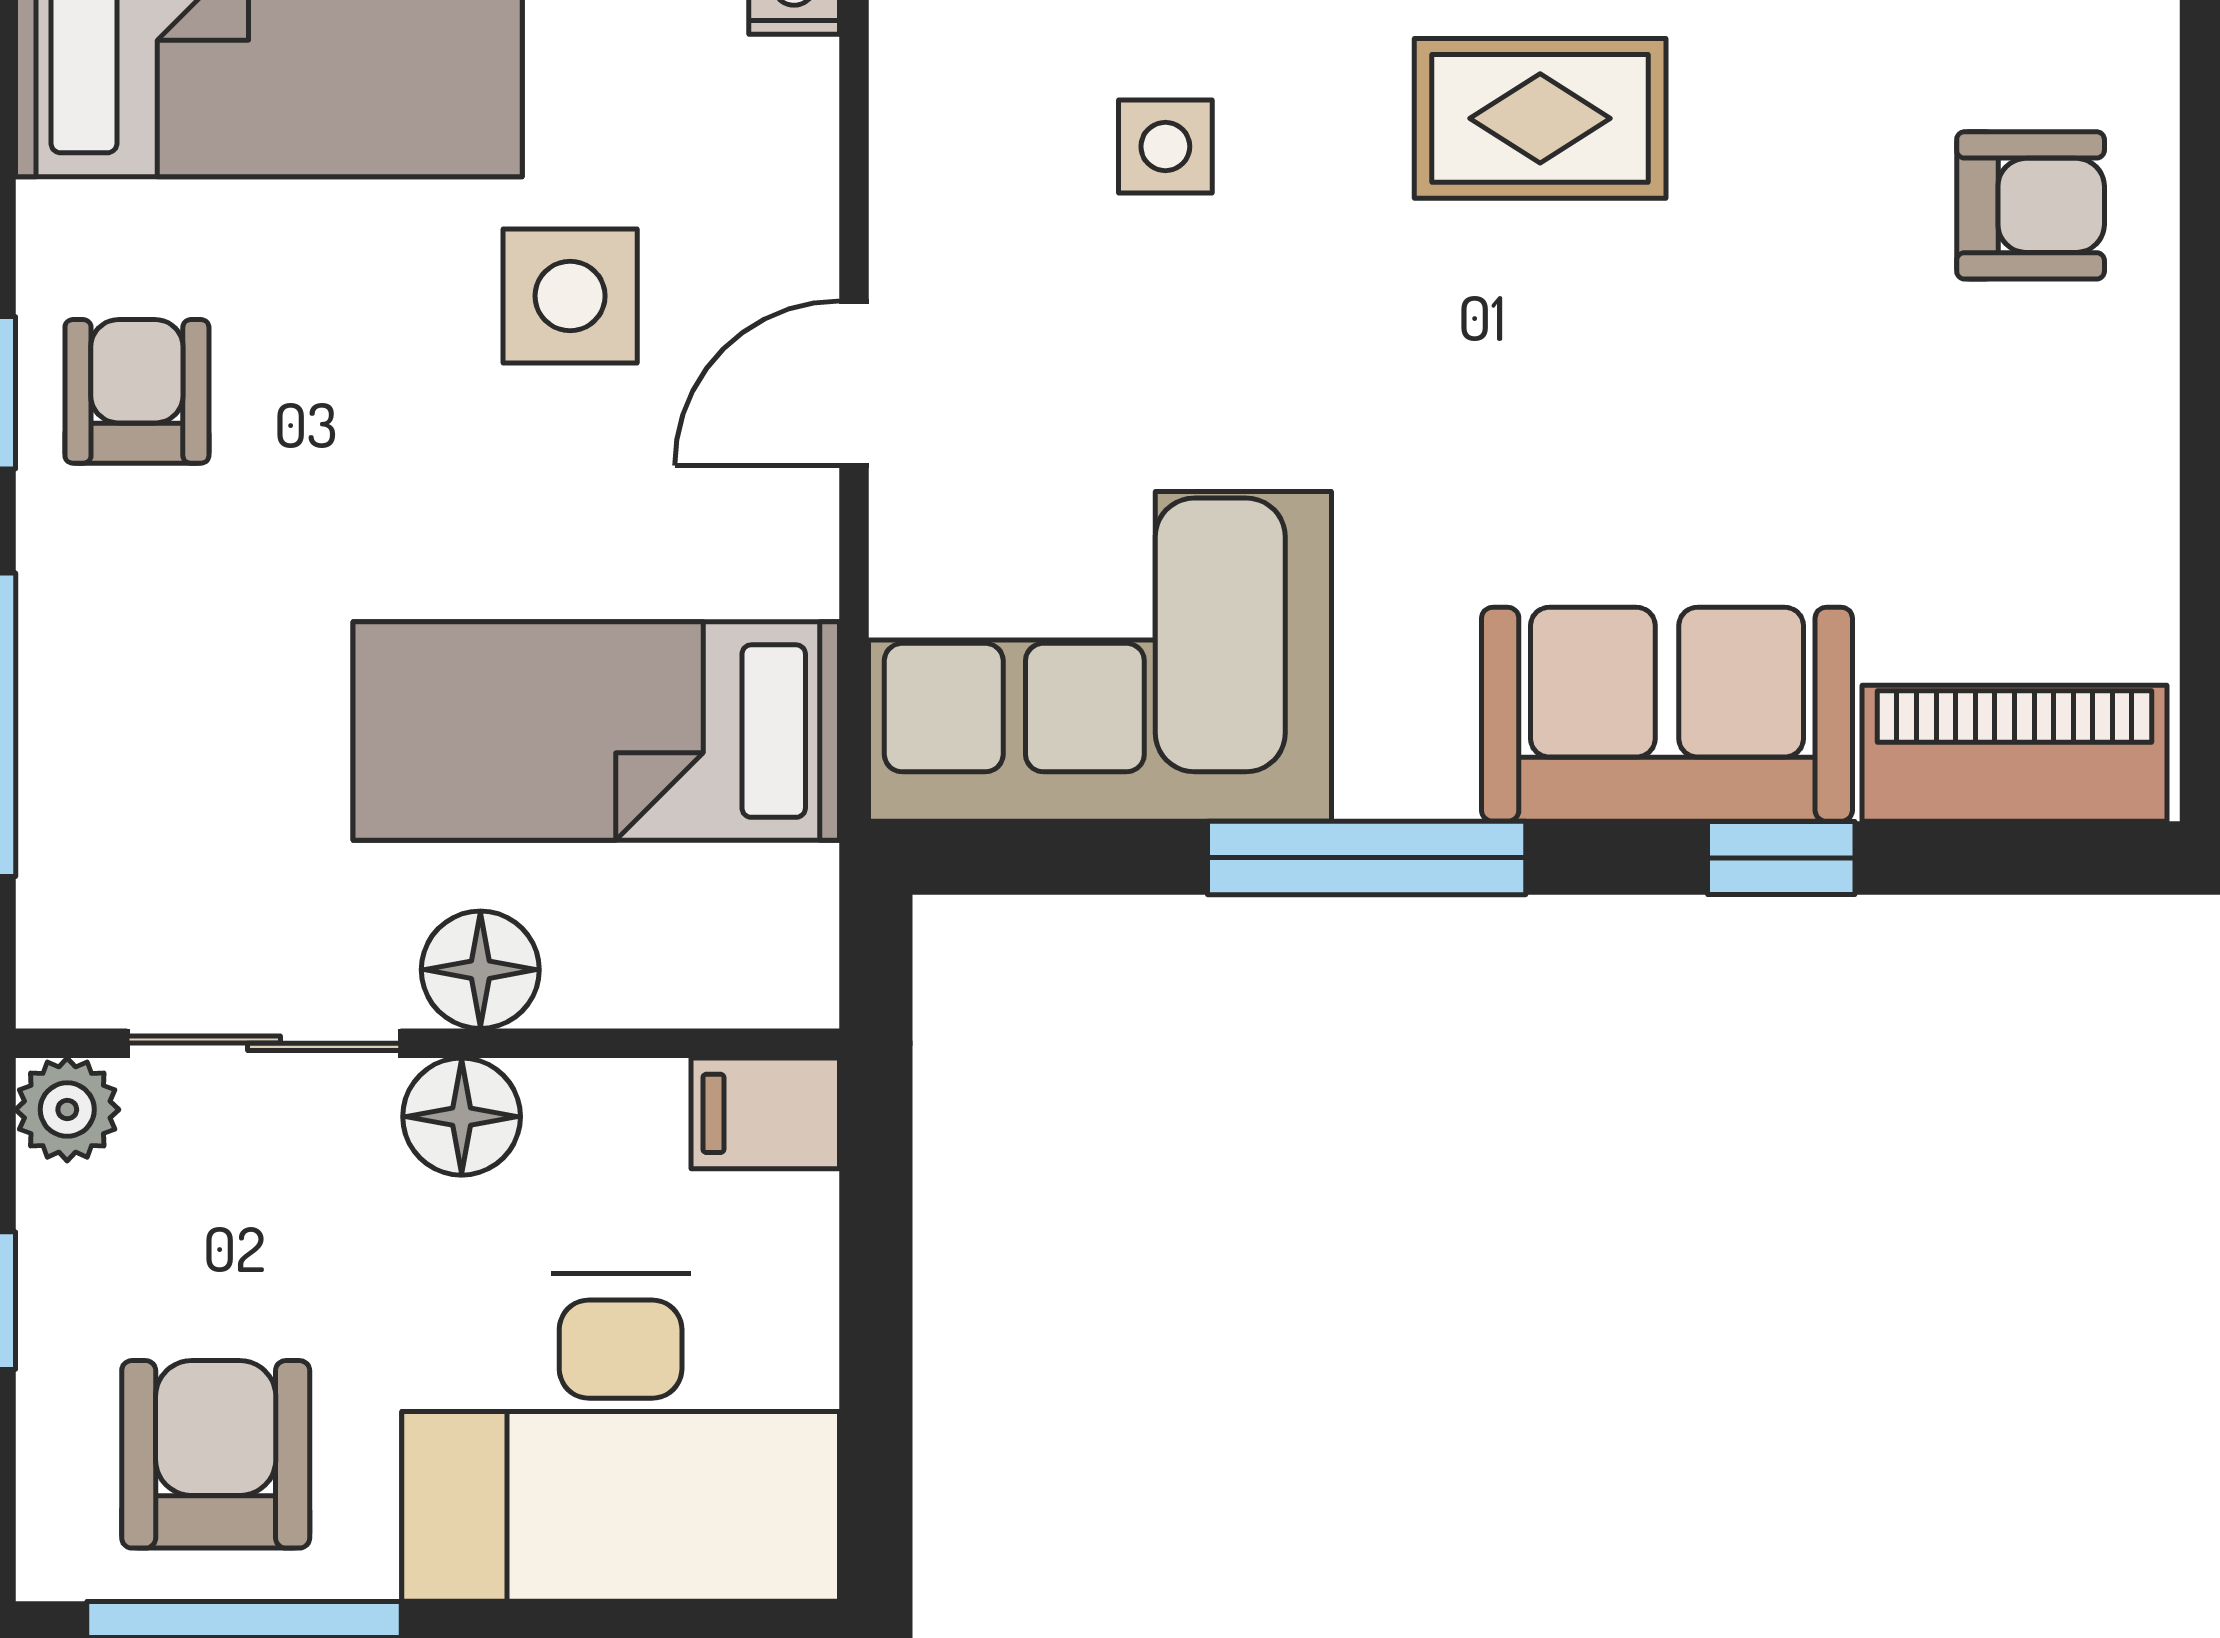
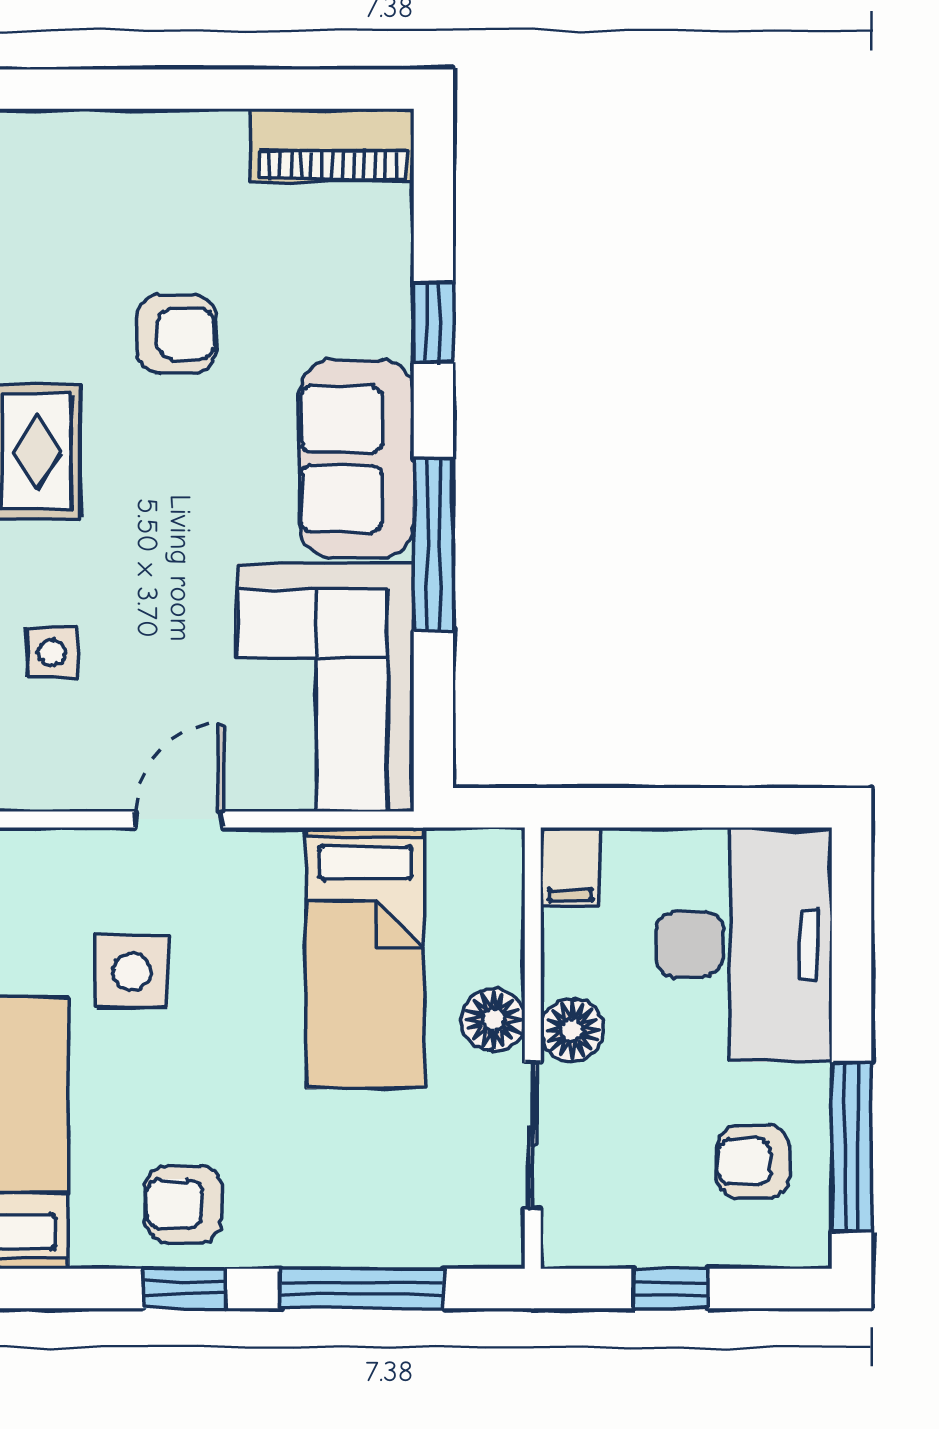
armchair: (2031, 205) -> (176, 334), moved, turned 90
door: (854, 383) -> (179, 819), swing flipped
sofa: (1667, 714) -> (356, 459), moved
piano: (2014, 753) -> (332, 145), moved, turned -90
plant: (67, 1110) -> (568, 1241), removed
armchair: (216, 1454) -> (753, 1162), width x0.72, depth x0.72

